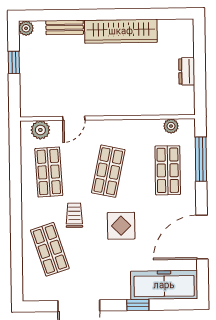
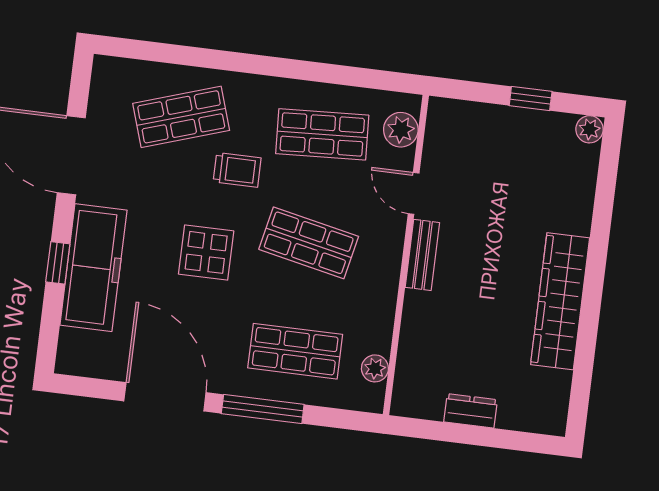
bench: (65, 27) -> (422, 255), moved
window: (201, 159) -> (263, 409), moved
freezer: (164, 285) -> (93, 268), moved

